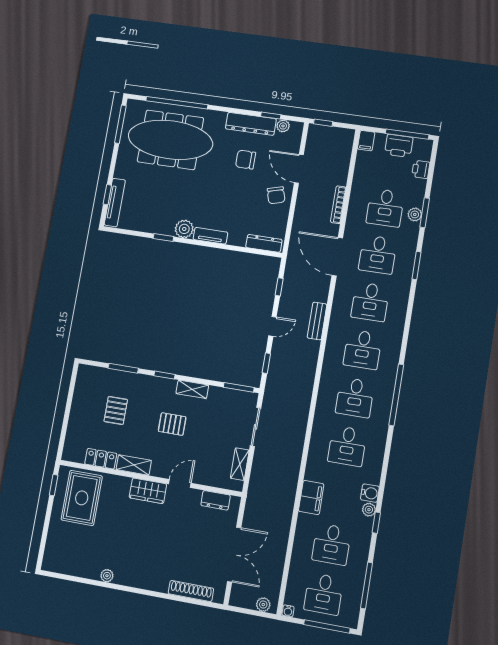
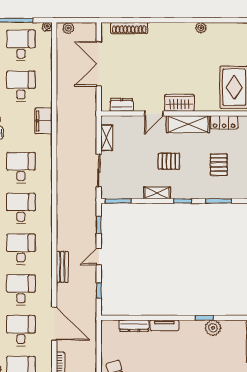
plant: (184, 229) -> (213, 328), moved
dresser: (264, 243) -> (134, 326), moved
shelving: (134, 465) -> (188, 124), width x1.50, depth x1.33

